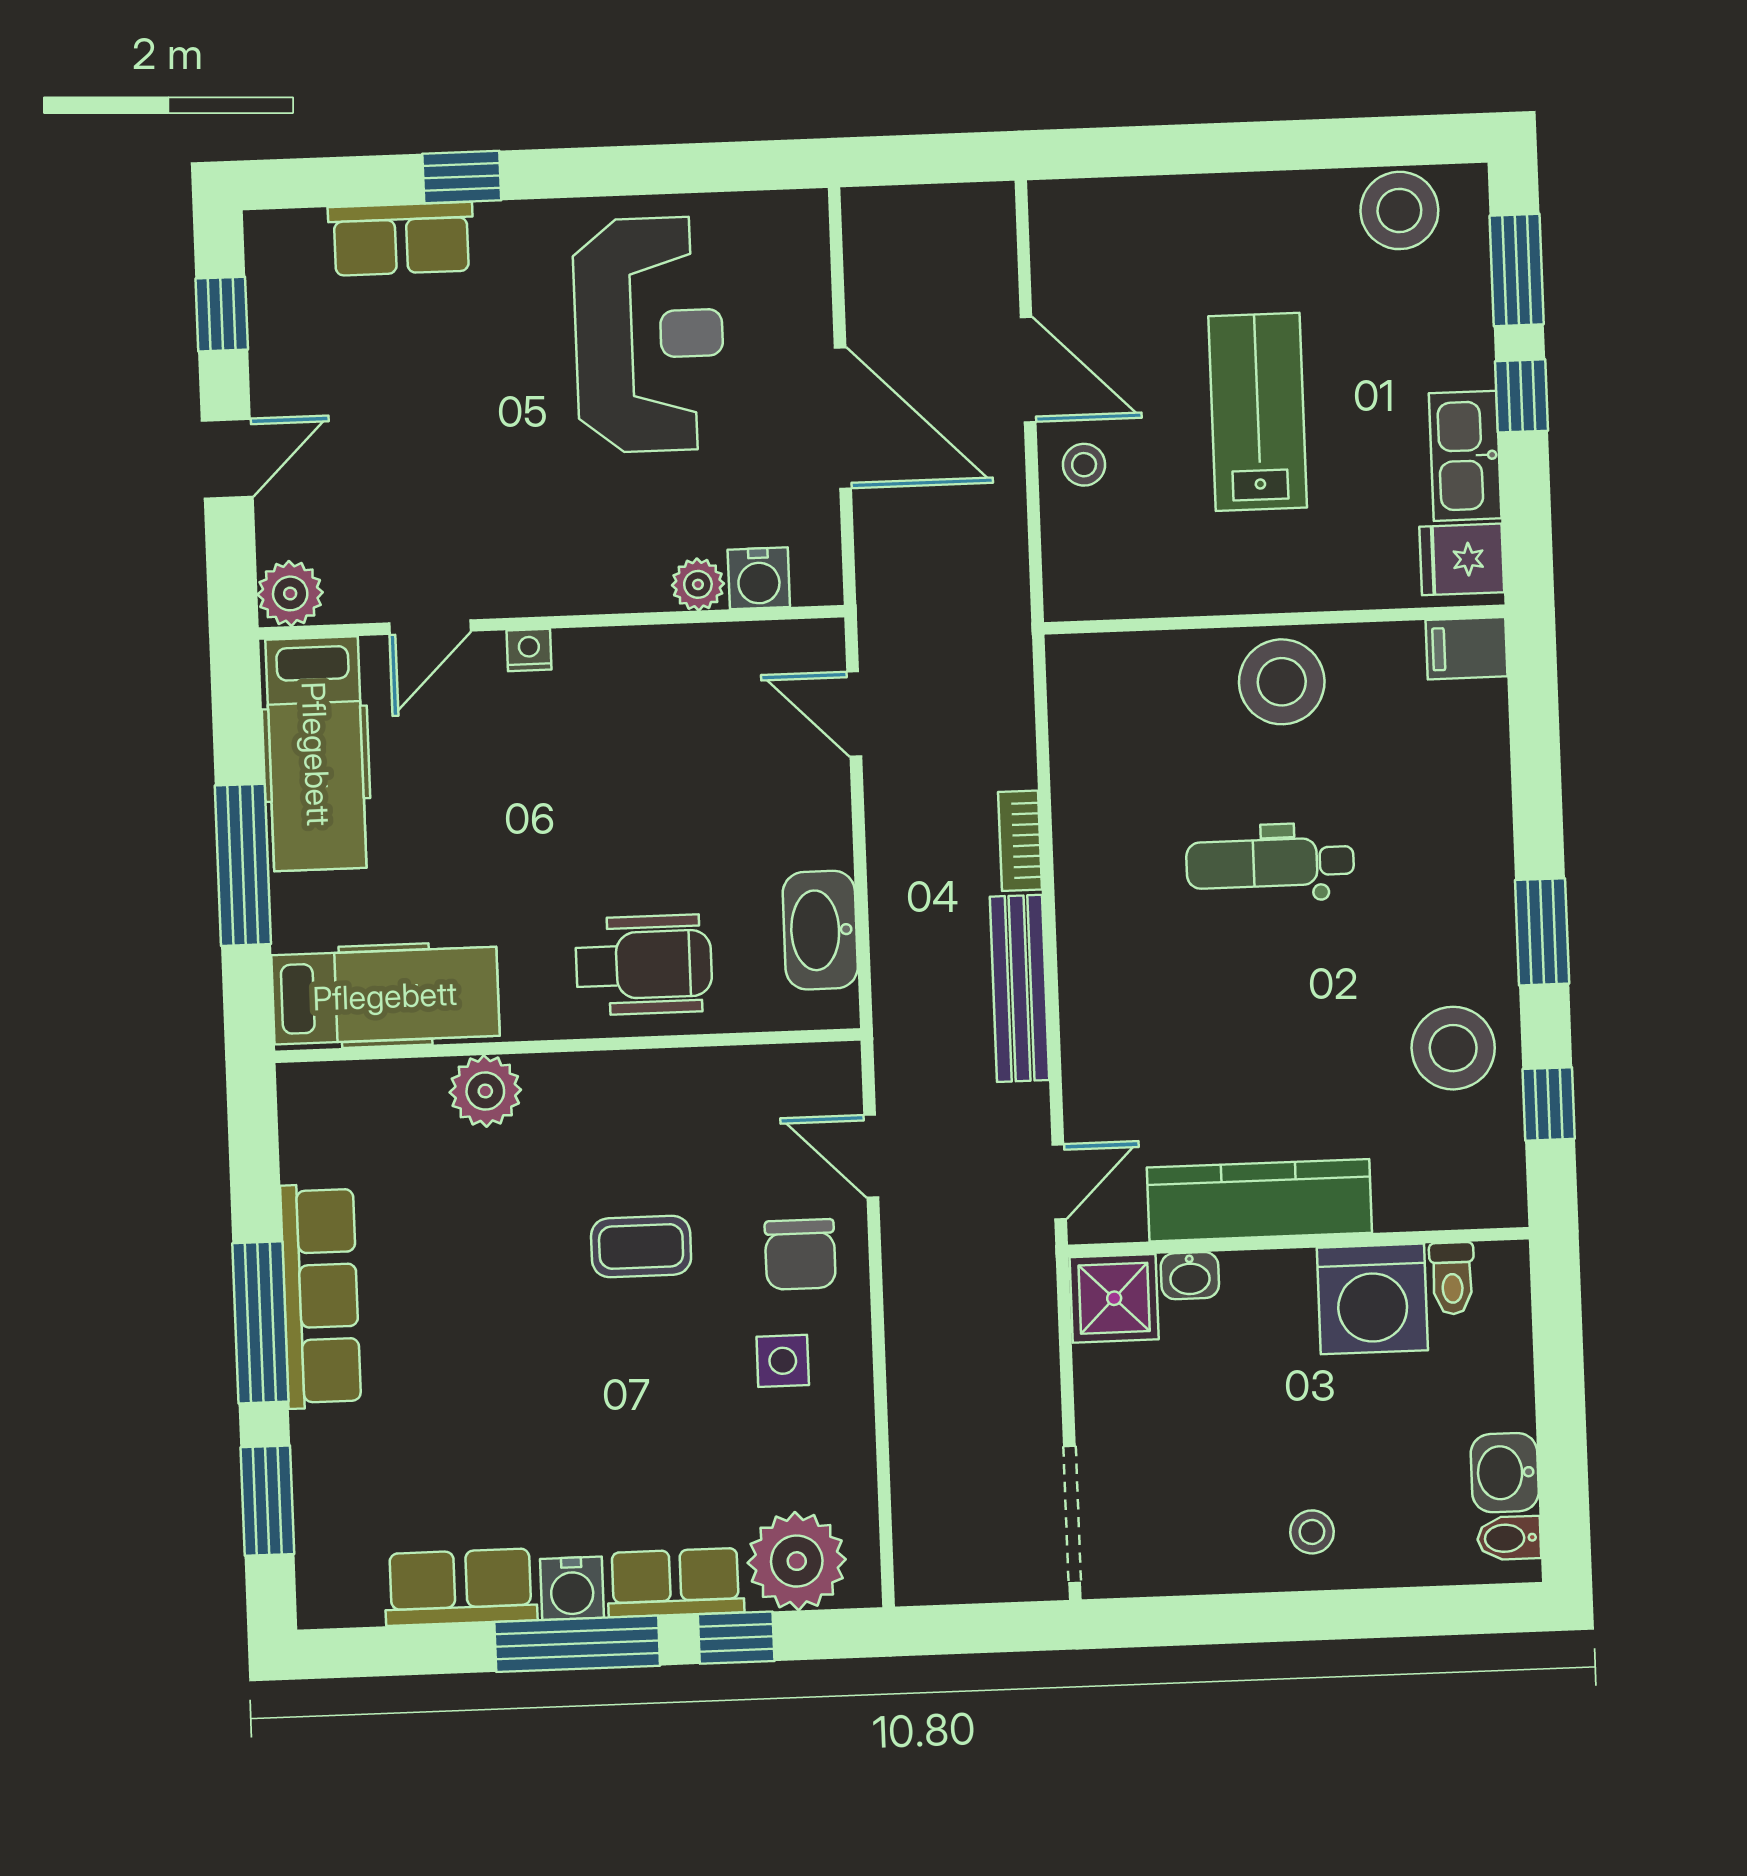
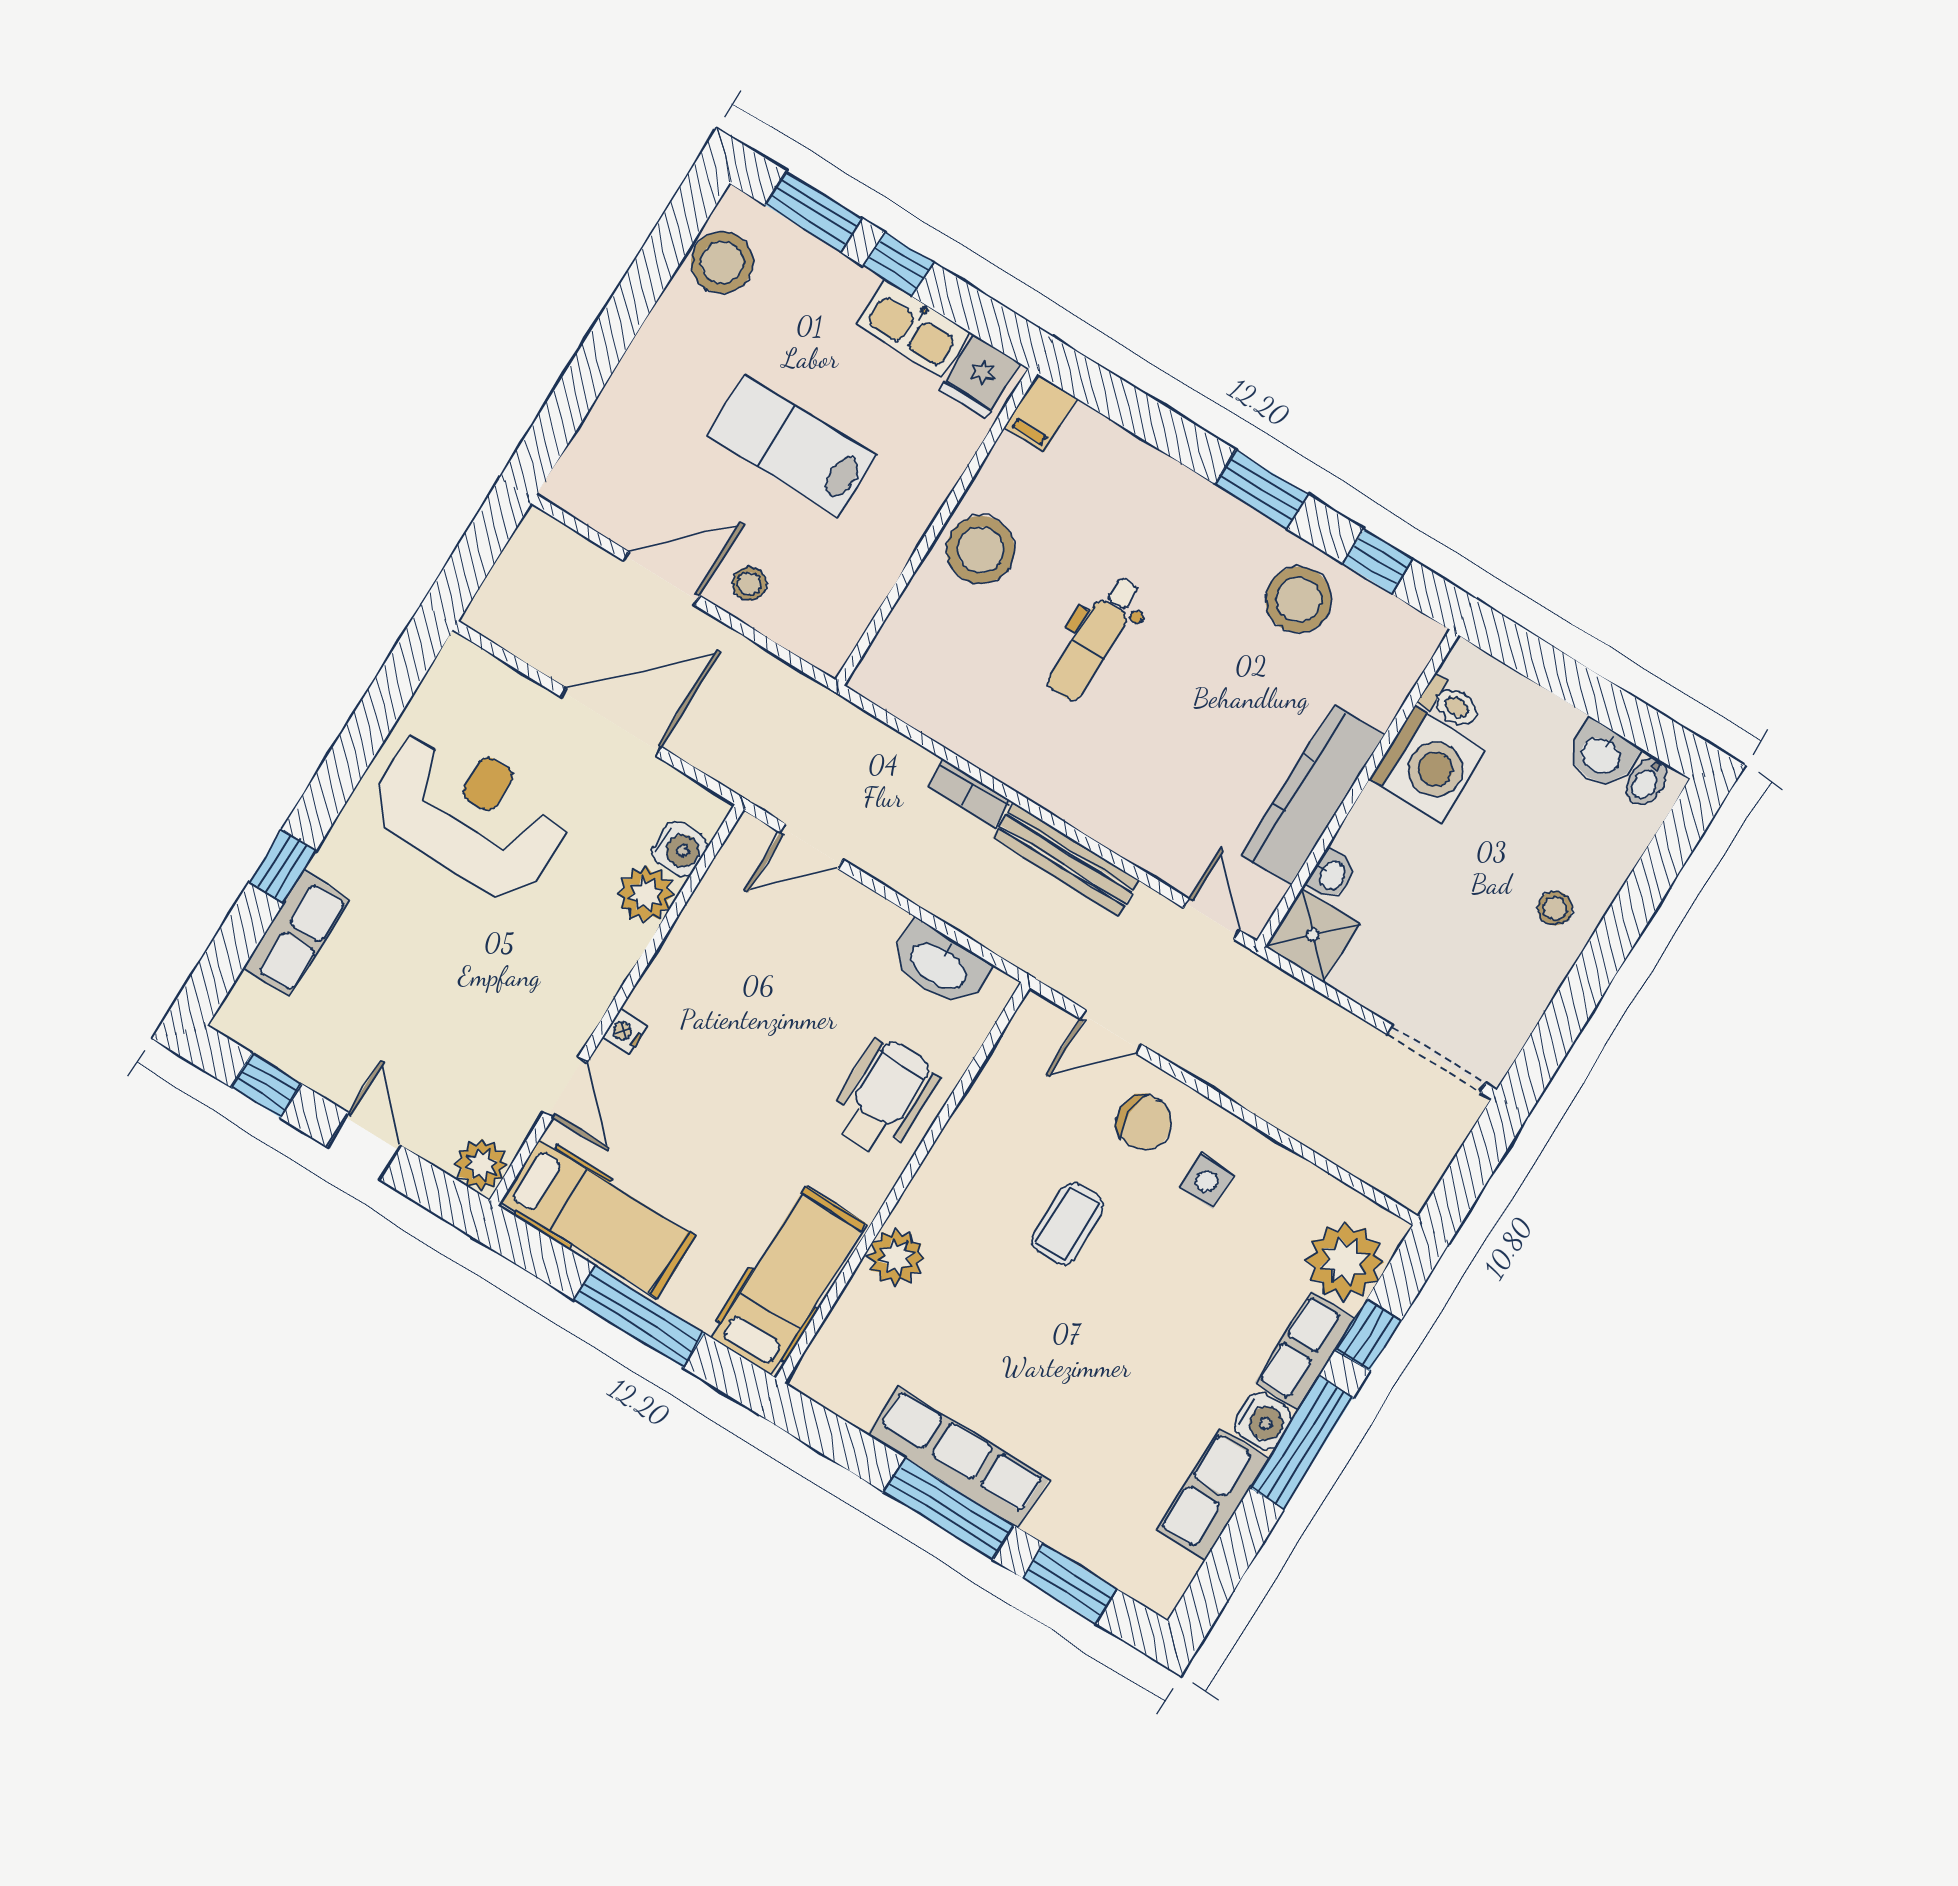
plant: (698, 584) -> (646, 894), width x1.38, depth x1.38

